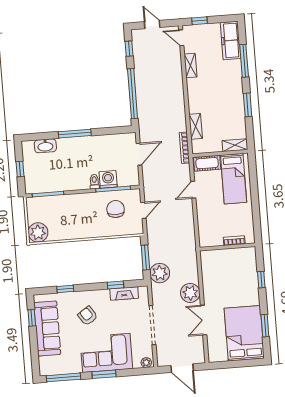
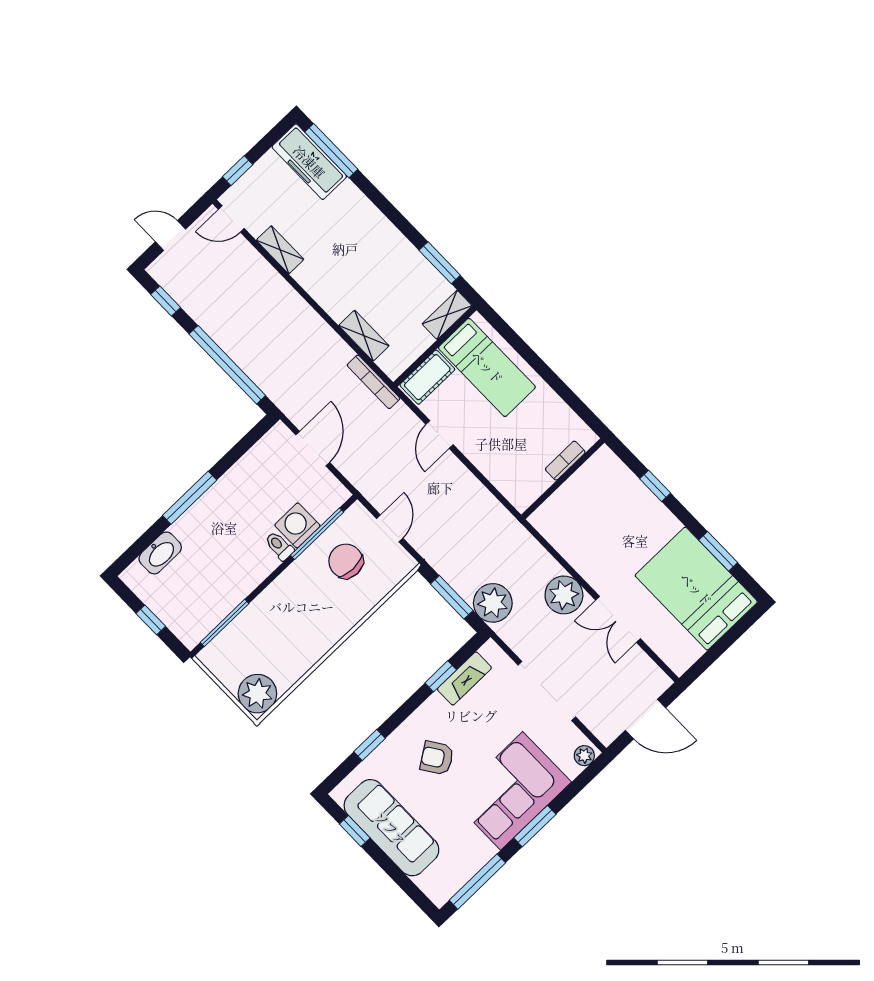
window: (244, 61) -> (331, 151), moved
window: (248, 105) -> (440, 263), moved

